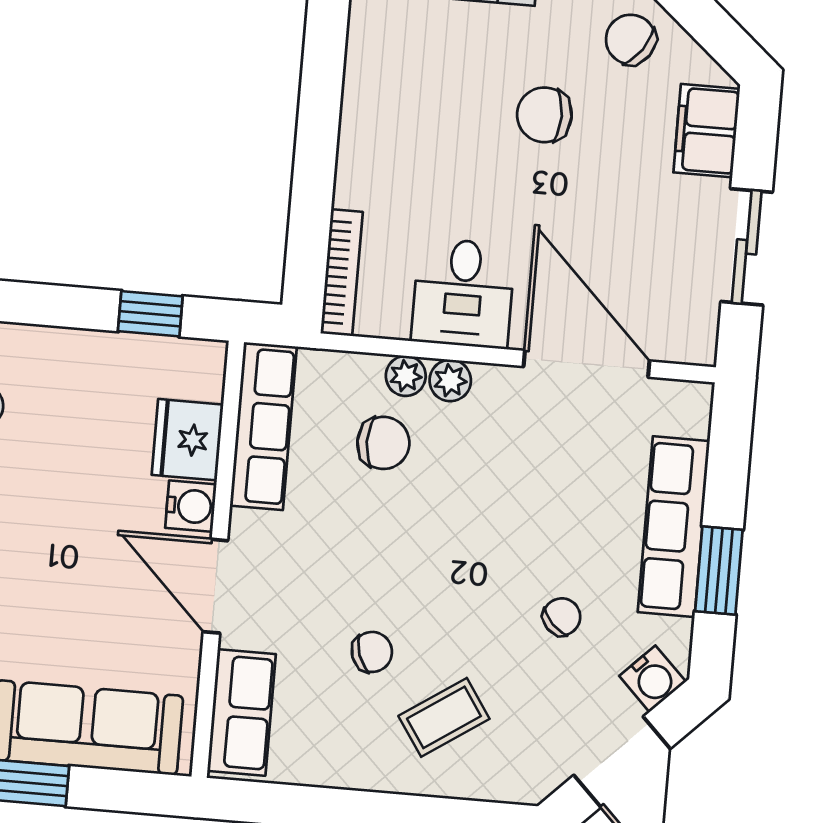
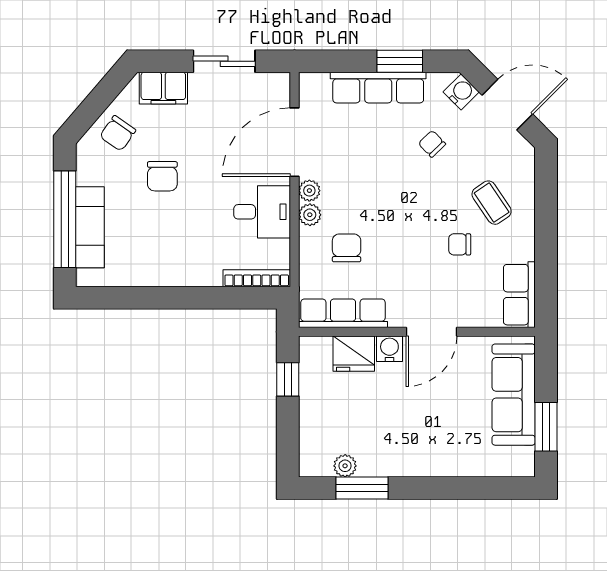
plant: (406, 376) -> (309, 191), moved
chair: (372, 652) -> (460, 244), turned -71
row of seats: (241, 712) -> (519, 295), moved, turned -90

